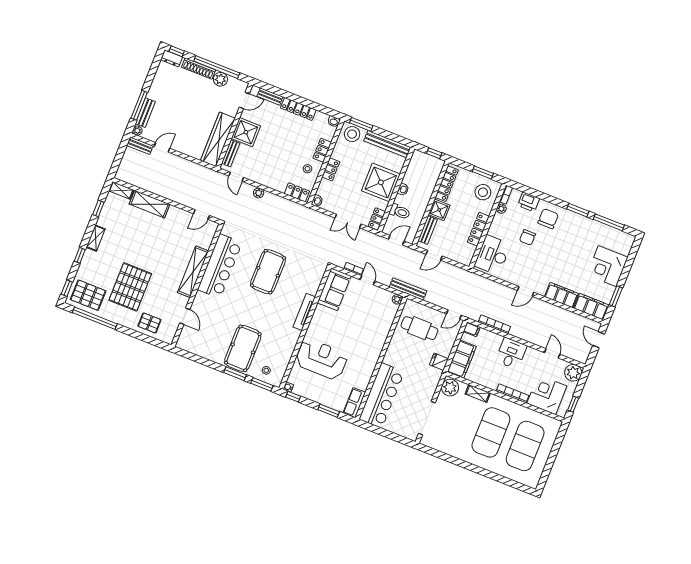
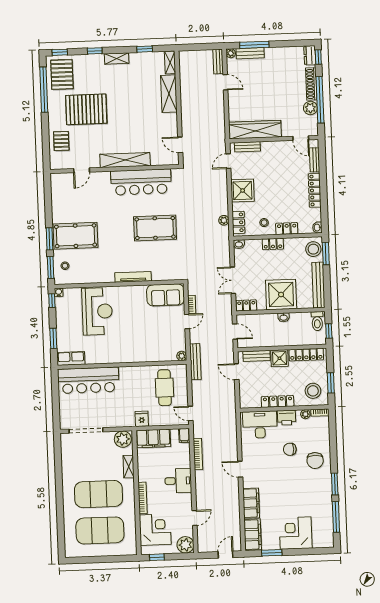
shower: (246, 132) -> (243, 191), moved
plant: (259, 193) -> (224, 220), moved
printer: (529, 202) -> (287, 418), moved, turned -90
toilet: (400, 212) -> (317, 321), moved
chair: (548, 219) -> (315, 461), turned 90

